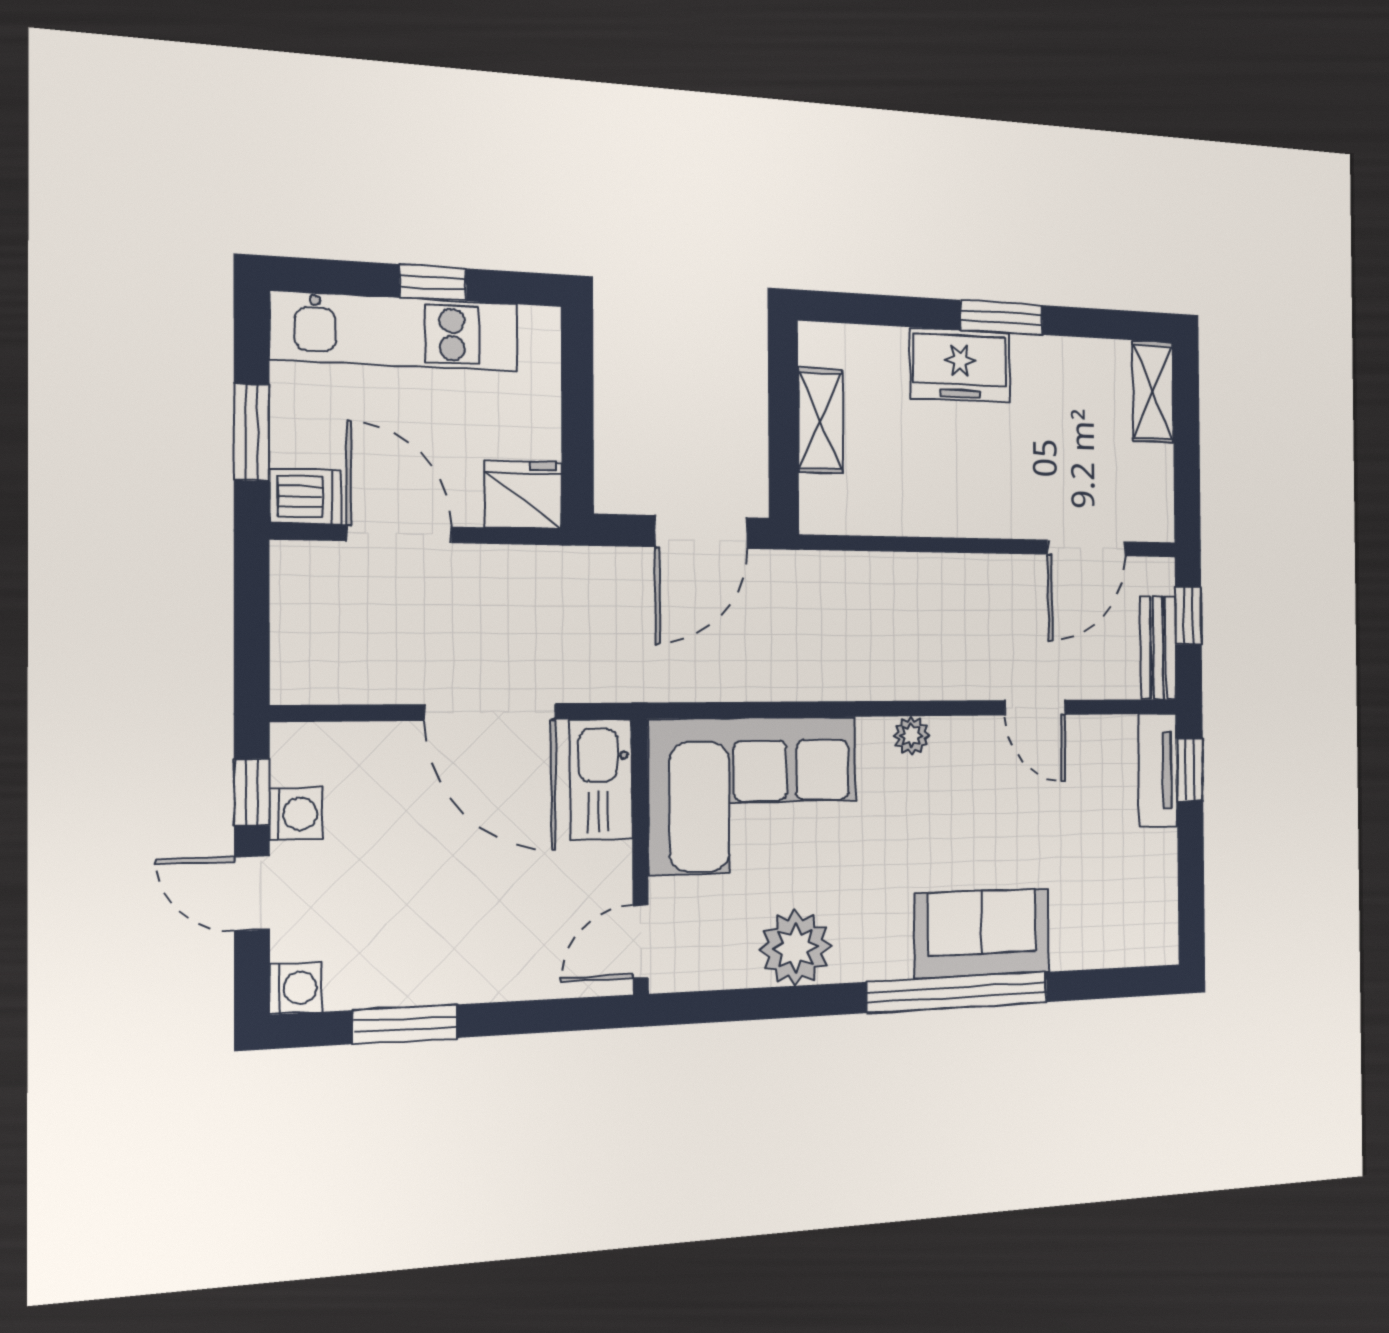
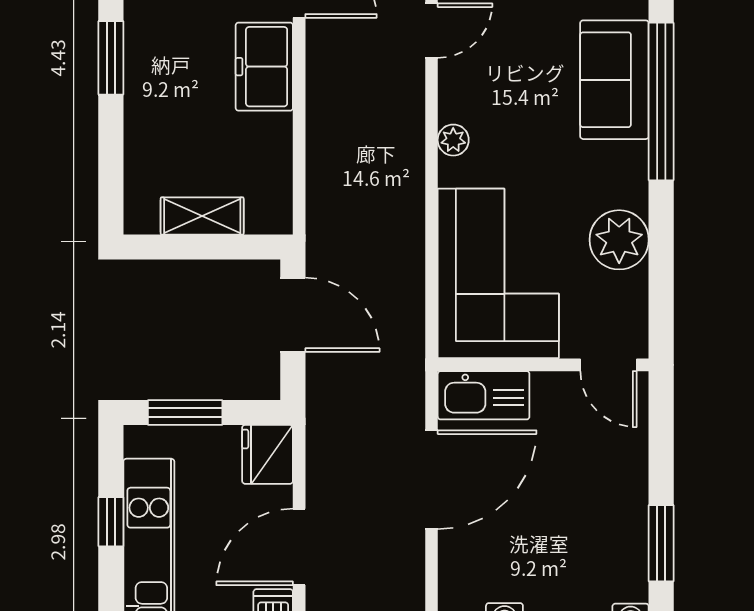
freezer: (960, 365) -> (264, 67), moved, turned 180
window: (577, 388) -> (185, 412), added

